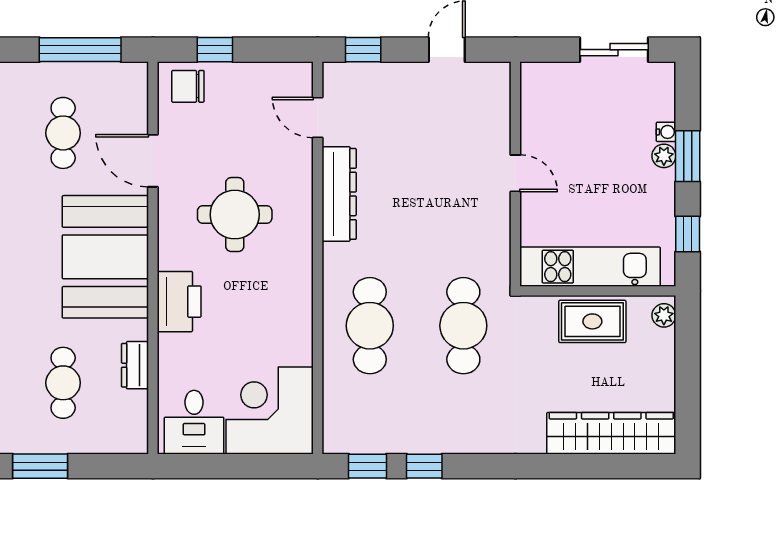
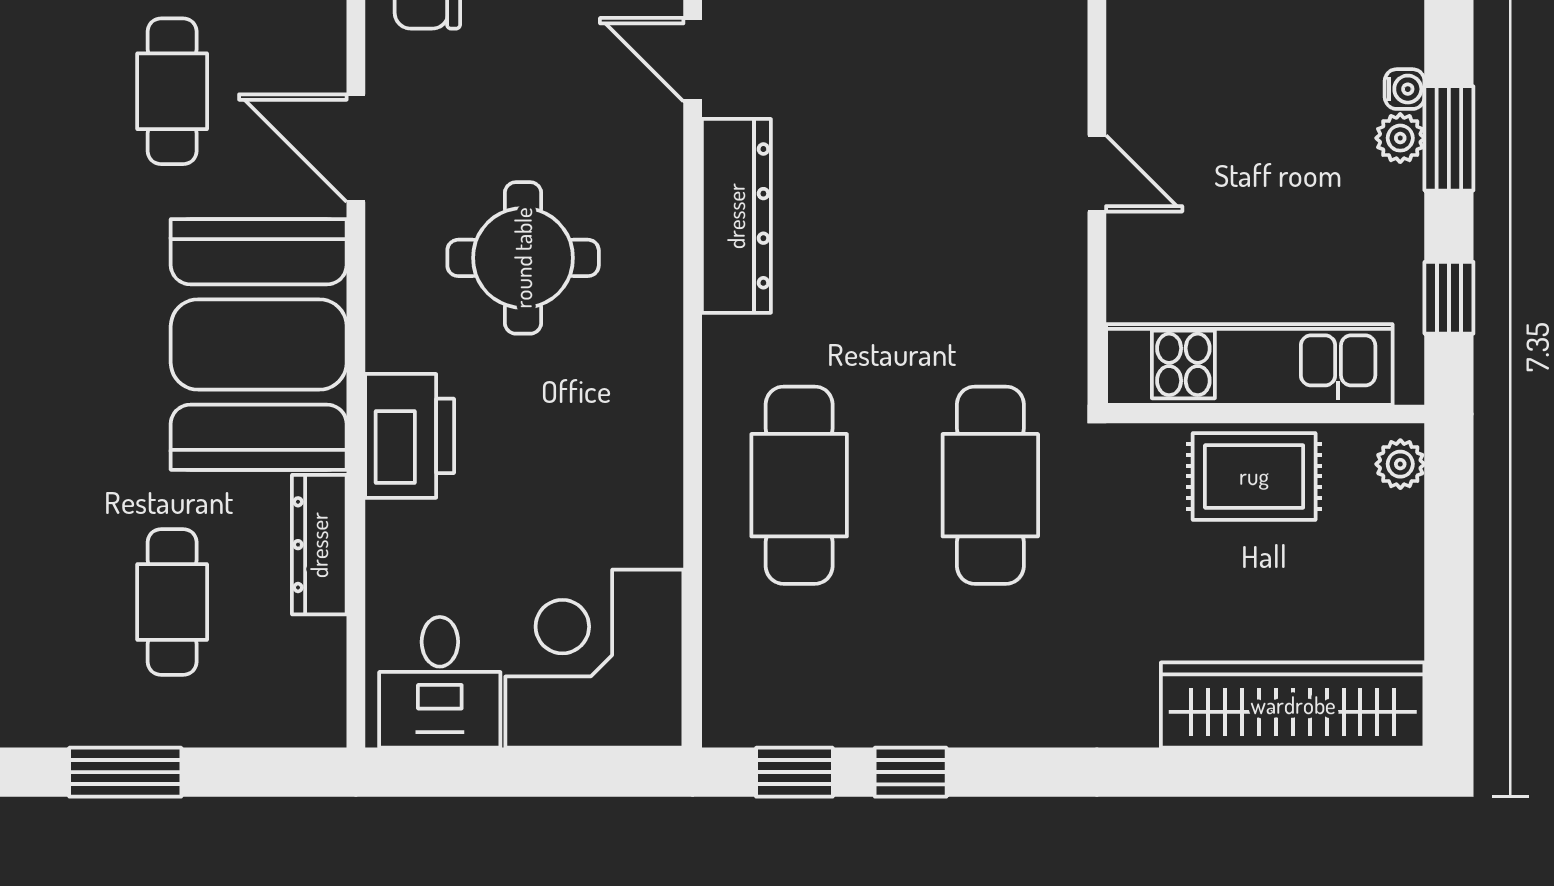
dresser: (135, 365) -> (319, 545), width x1.44

